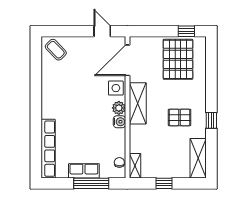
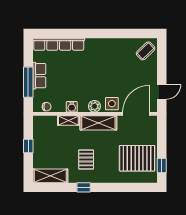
door: (127, 60) -> (136, 114), hinge flipped
water cooler: (119, 122) -> (72, 107), moved
shelving: (135, 166) -> (68, 120), moved

